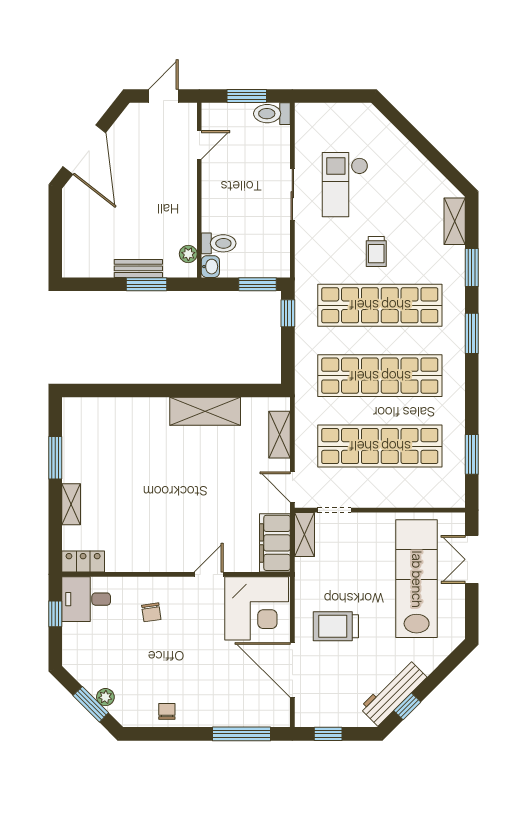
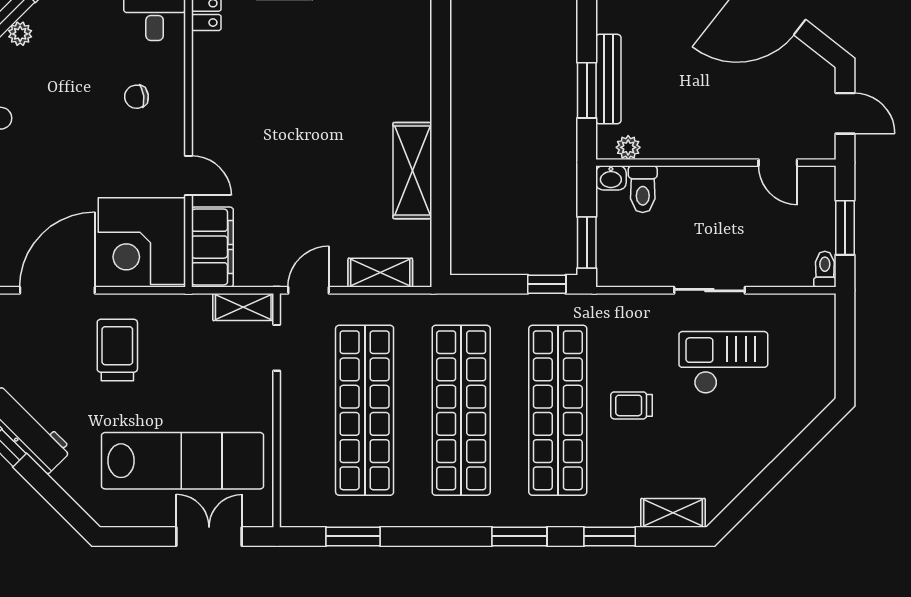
toilet: (272, 114) -> (825, 269), width x0.73, depth x0.72
bench: (138, 268) -> (608, 79), width x1.36
filing cabinet: (275, 543) -> (212, 247), moved, turned 90

